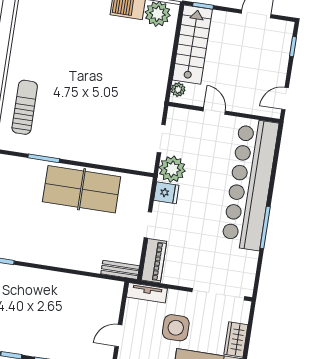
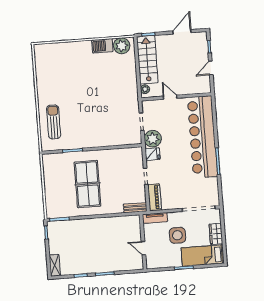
door: (285, 99) -> (211, 68), moved
table tennis table: (82, 189) -> (87, 184), moved, turned 90
door: (118, 336) -> (143, 248), hinge flipped

